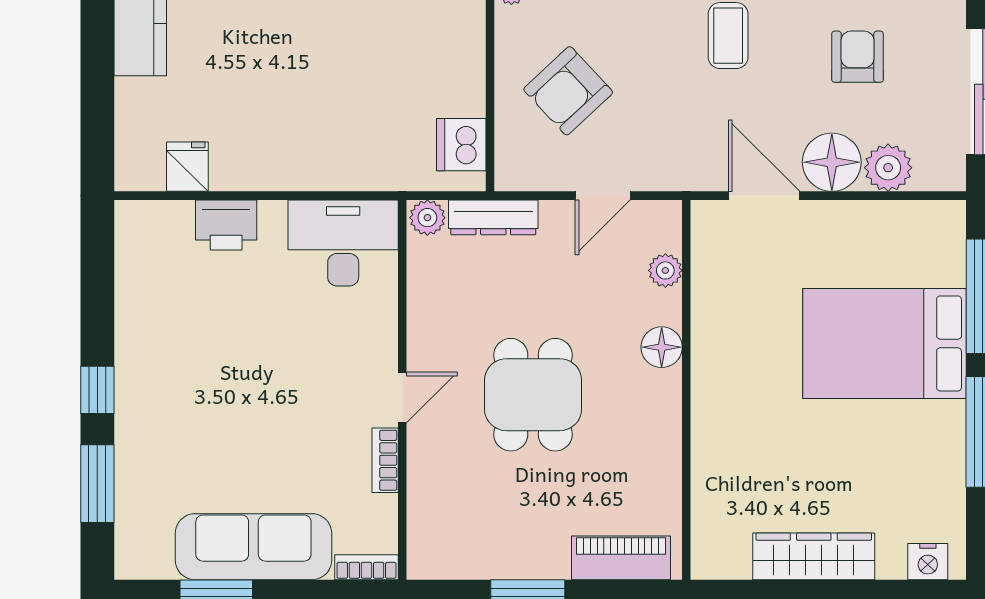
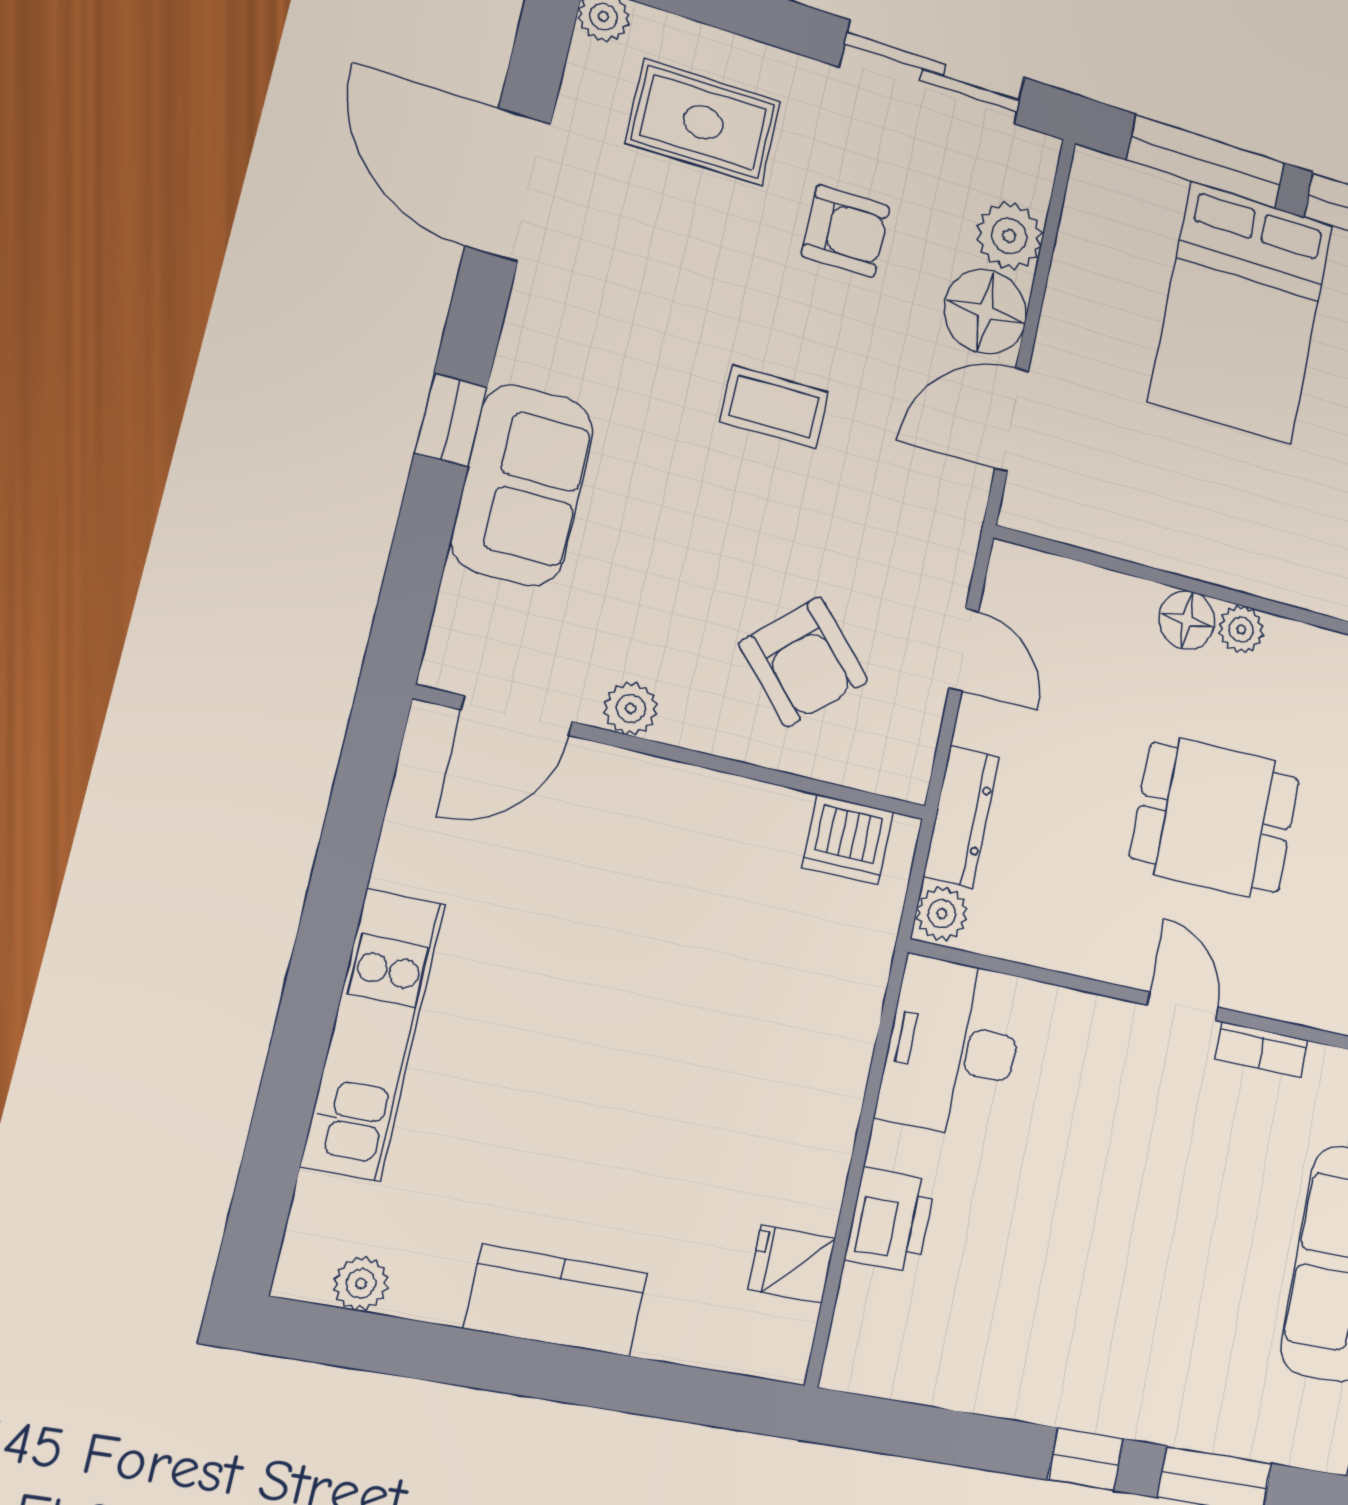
armchair: (858, 57) -> (846, 231), turned 180
plant: (665, 270) -> (1241, 629), moved

